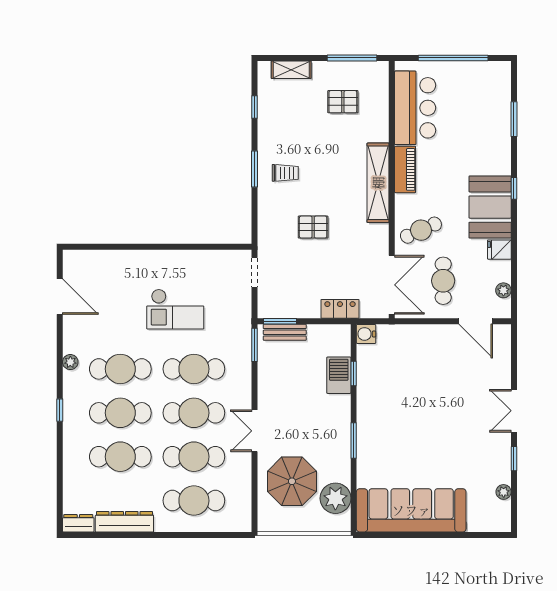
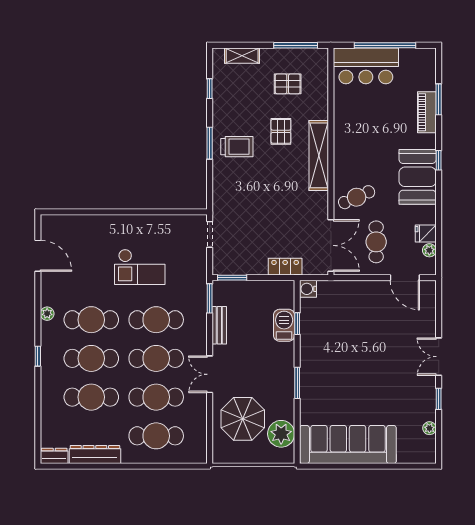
bar counter: (415, 108) -> (366, 66), moved, turned 90
piano: (405, 169) -> (427, 112), moved, turned 180
trolley: (285, 173) -> (237, 147), width x1.36, depth x1.39
pallet: (313, 227) -> (281, 131), moved, turned 90
fridge: (499, 250) -> (426, 234), moved
bench: (285, 332) -> (219, 325), moved, turned 90

